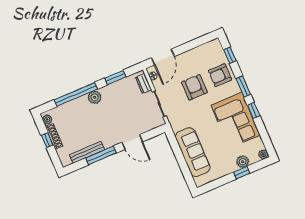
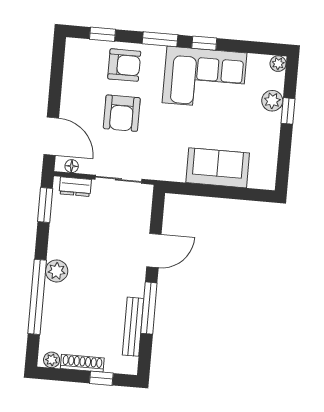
armchair: (220, 75) -> (124, 65), turned -90
window: (115, 77) -> (45, 205), moved
armchair: (194, 87) -> (122, 113), turned -90
window: (47, 140) -> (101, 378), moved
sofa: (193, 152) -> (218, 168), width x0.73

